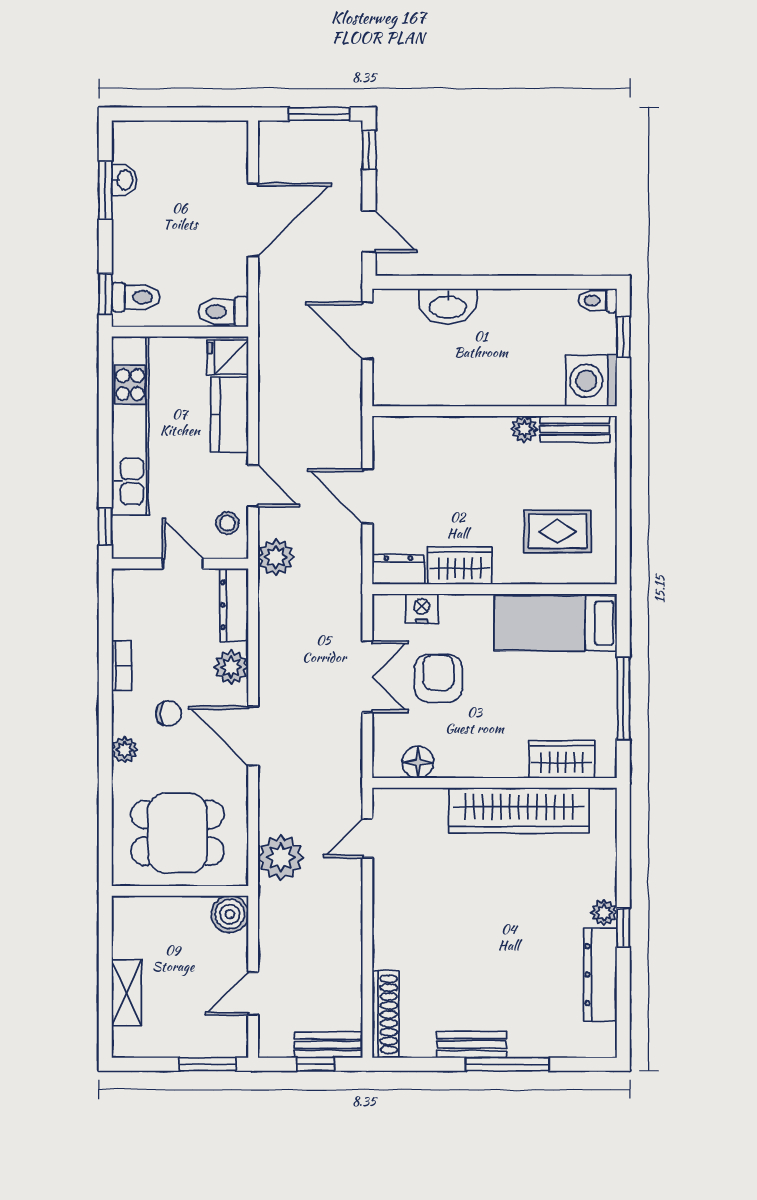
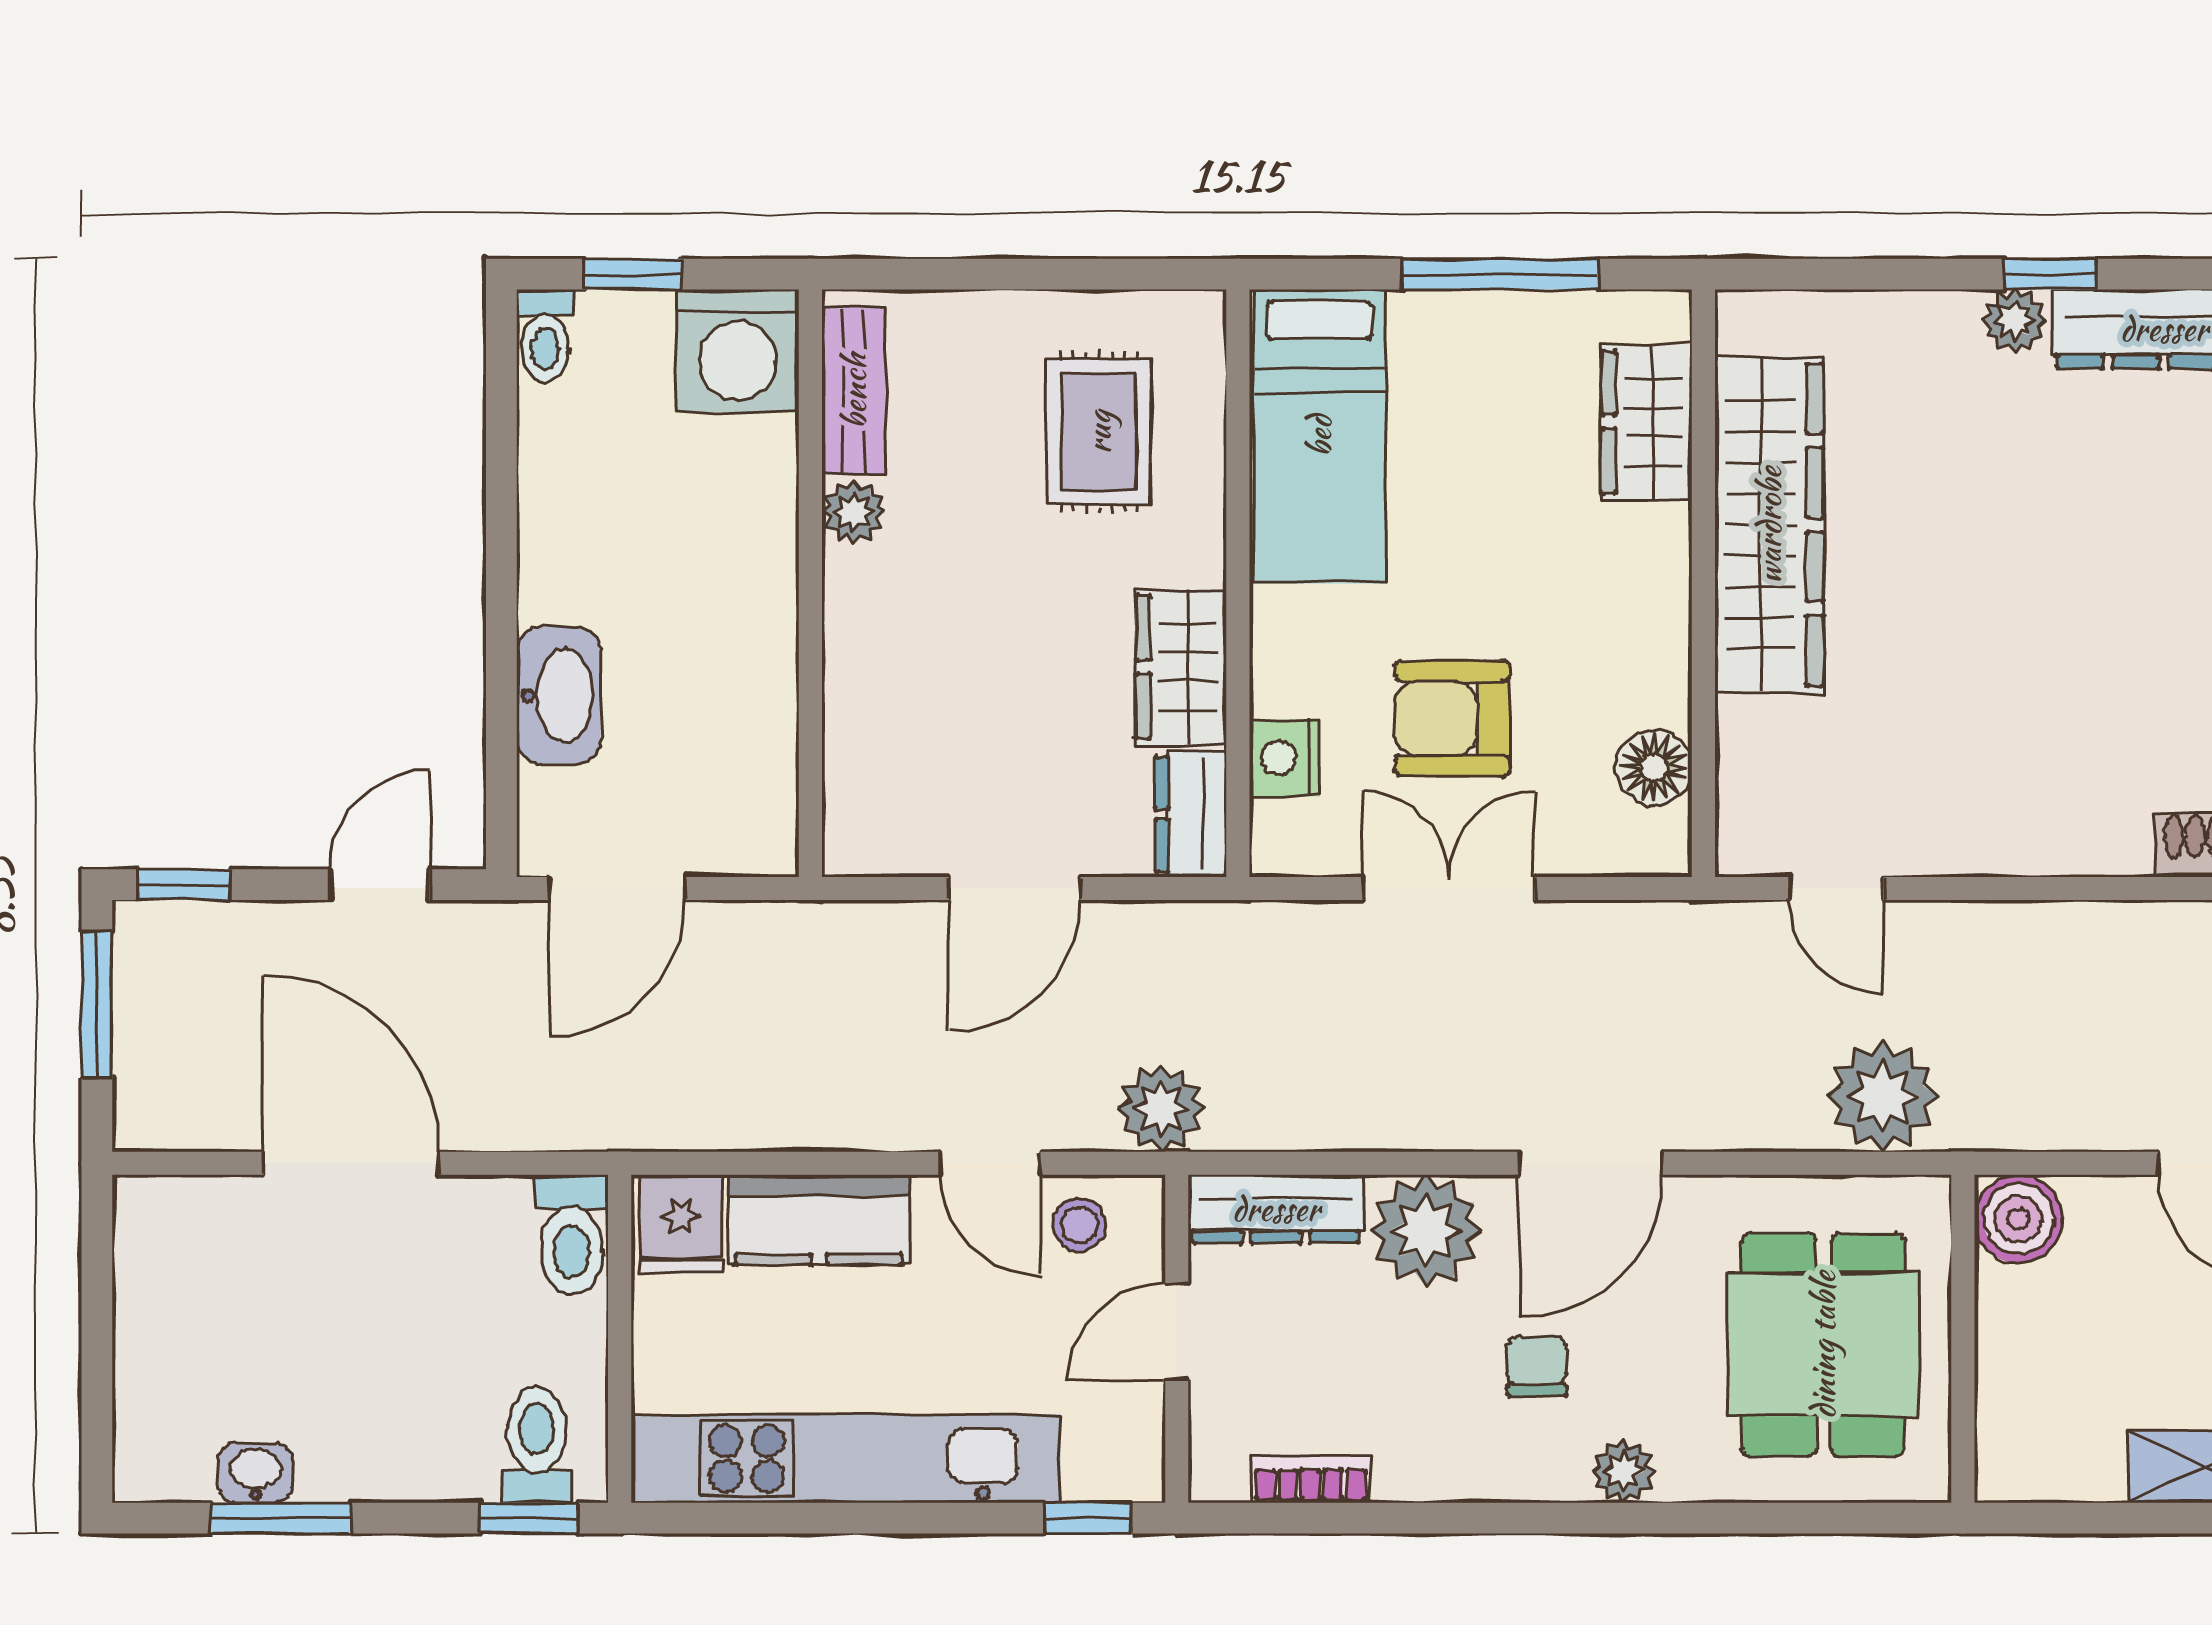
door: (253, 486) -> (991, 1163), swing flipped
bookcase: (121, 666) -> (1310, 1479), moved
plant: (231, 667) -> (1426, 1231), width x1.36, depth x1.36

